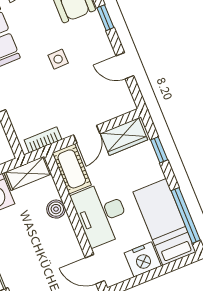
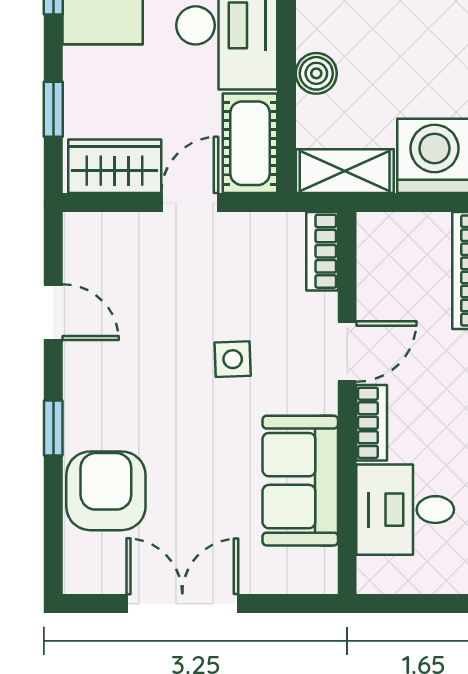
side table: (58, 59) -> (233, 359), moved
bookcase: (43, 140) -> (322, 251), moved, turned 90

